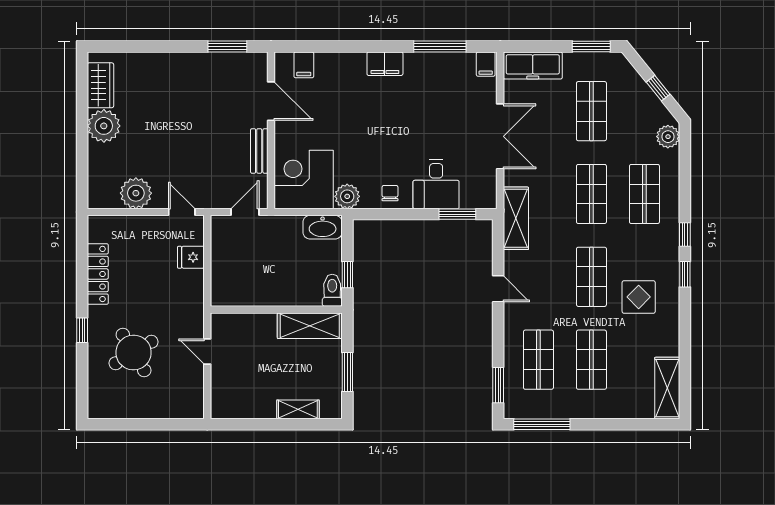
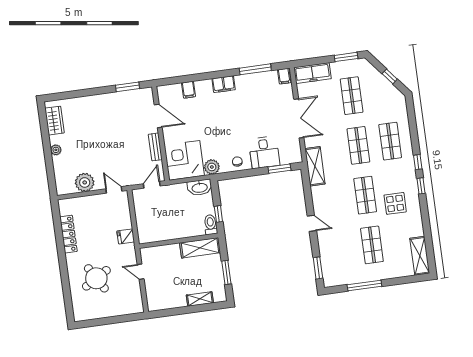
filing cabinet: (304, 65) -> (188, 90), moved
plant: (104, 126) -> (56, 150), width x0.53, depth x0.53
plant: (668, 137) -> (400, 105), removed
fridge: (191, 257) -> (126, 236), moved
door: (498, 289) -> (312, 223), moved
window: (82, 330) -> (64, 269), removed
shop shelf: (538, 360) -> (340, 249), removed
window: (542, 424) -> (364, 286), moved

